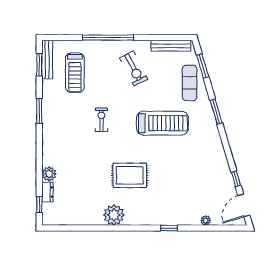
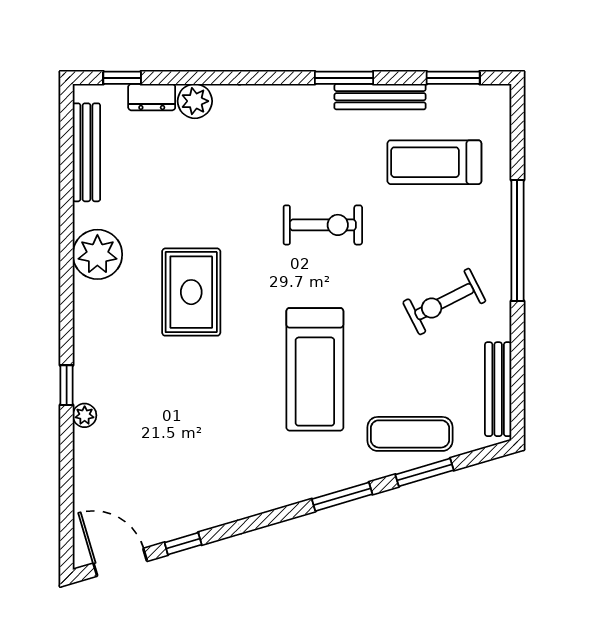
bench: (47, 59) -> (380, 97), moved
window: (203, 66) -> (425, 472), moved
exercise bike: (101, 120) -> (323, 225), width x1.38, depth x1.39
bench: (71, 220) -> (86, 152), added
plant: (206, 220) -> (85, 415), moved

